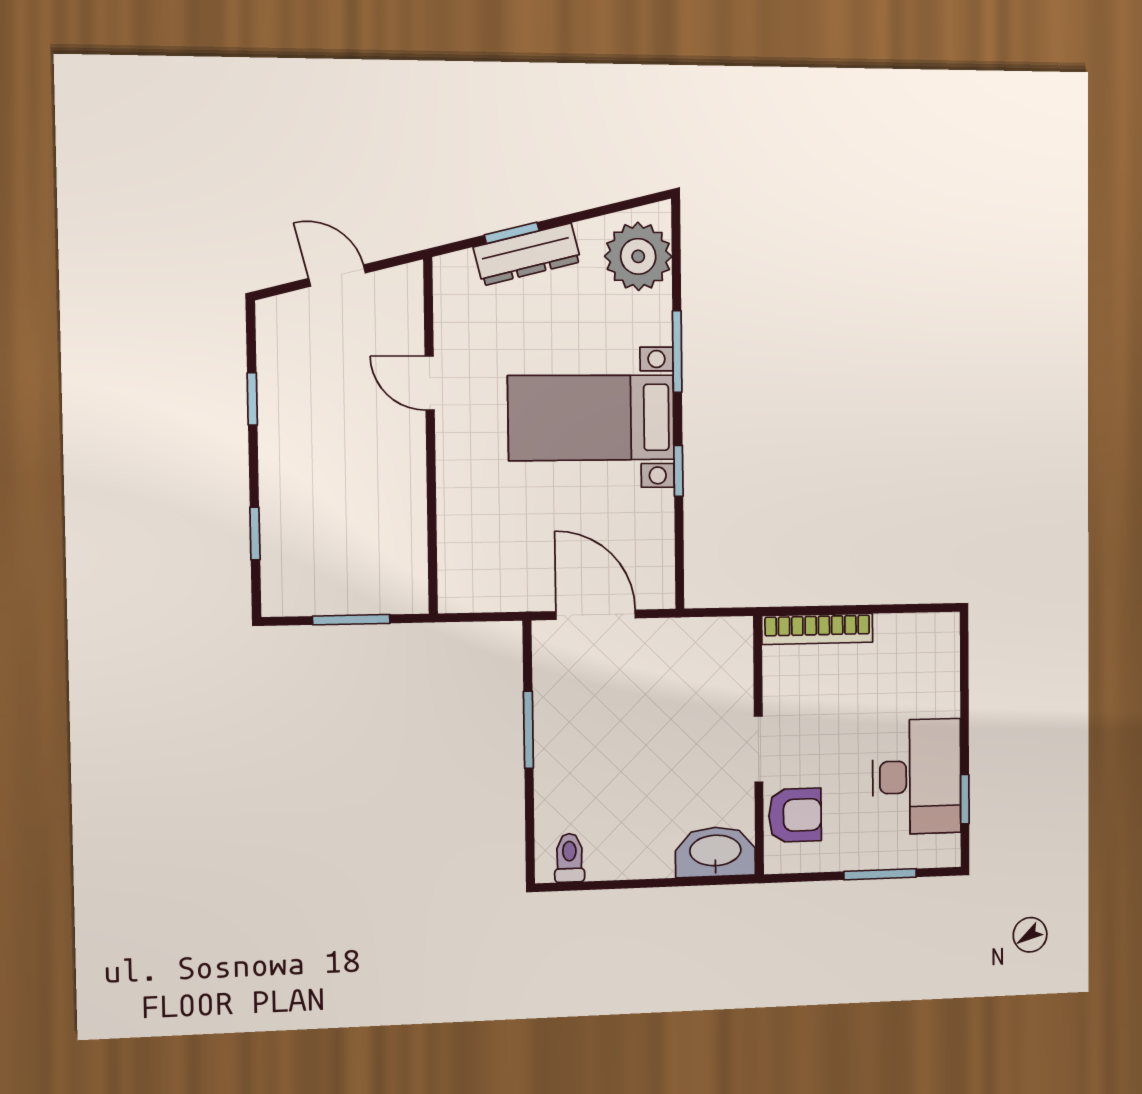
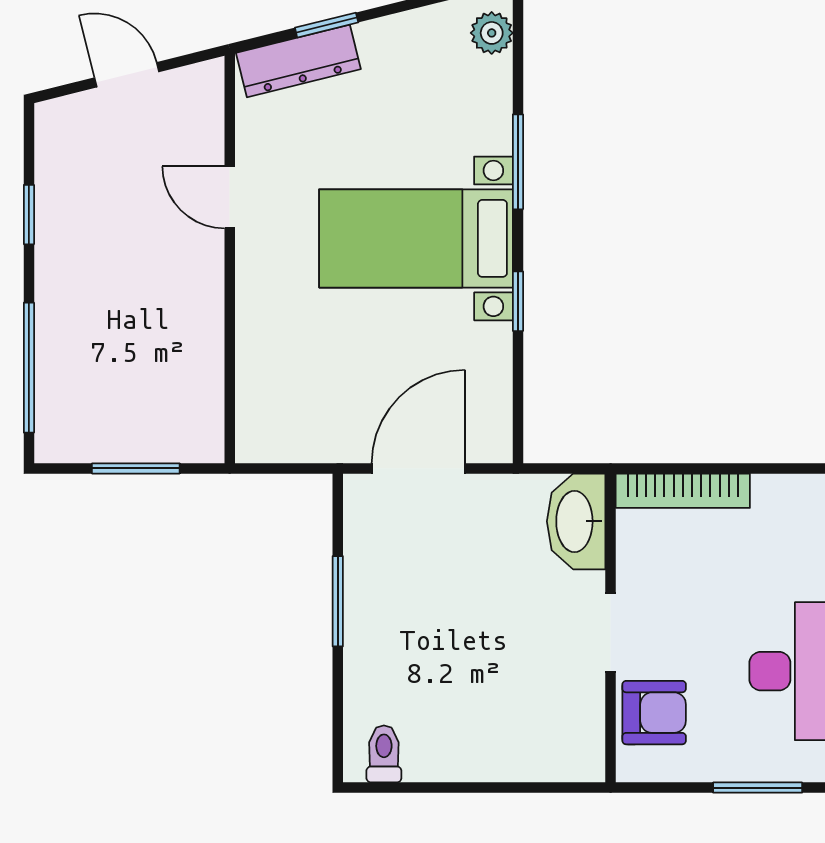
dresser: (527, 254) -> (298, 61), moved
plant: (638, 256) -> (492, 33), width x0.53, depth x0.53
window: (255, 533) -> (29, 368), width x2.17
door: (596, 615) -> (418, 468), hinge flipped
washbasin: (715, 852) -> (576, 521), moved, turned -90

